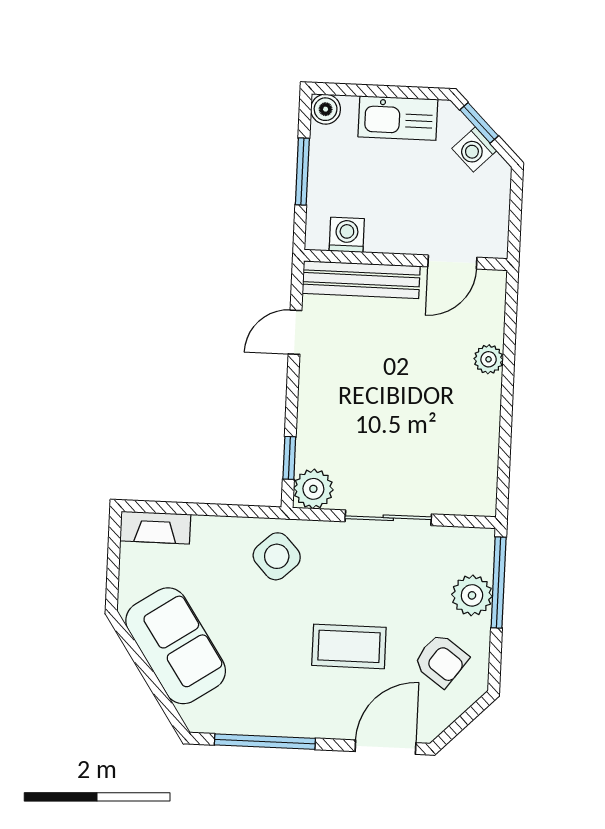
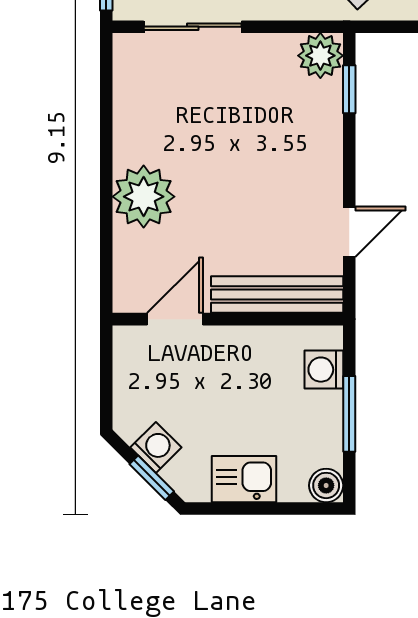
kitchen sink: (398, 118) -> (244, 479), width x0.73
washing machine: (347, 235) -> (324, 370), moved, turned 90
plant: (489, 359) -> (144, 197), width x1.87, depth x1.87
sliding door: (388, 518) -> (193, 27), moved

